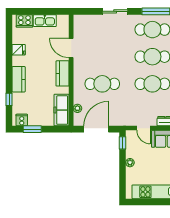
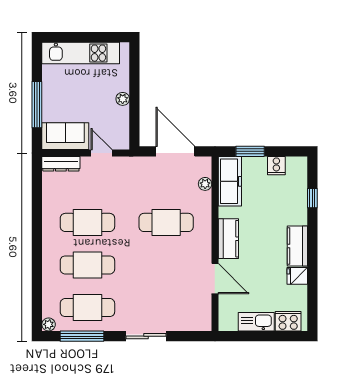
kitchen counter: (19, 79) -> (297, 246), moved
cooker: (22, 120) -> (276, 166), moved
window: (32, 129) -> (250, 151), moved
door: (96, 129) -> (175, 151), swing flipped
window: (123, 143) -> (134, 130), removed

